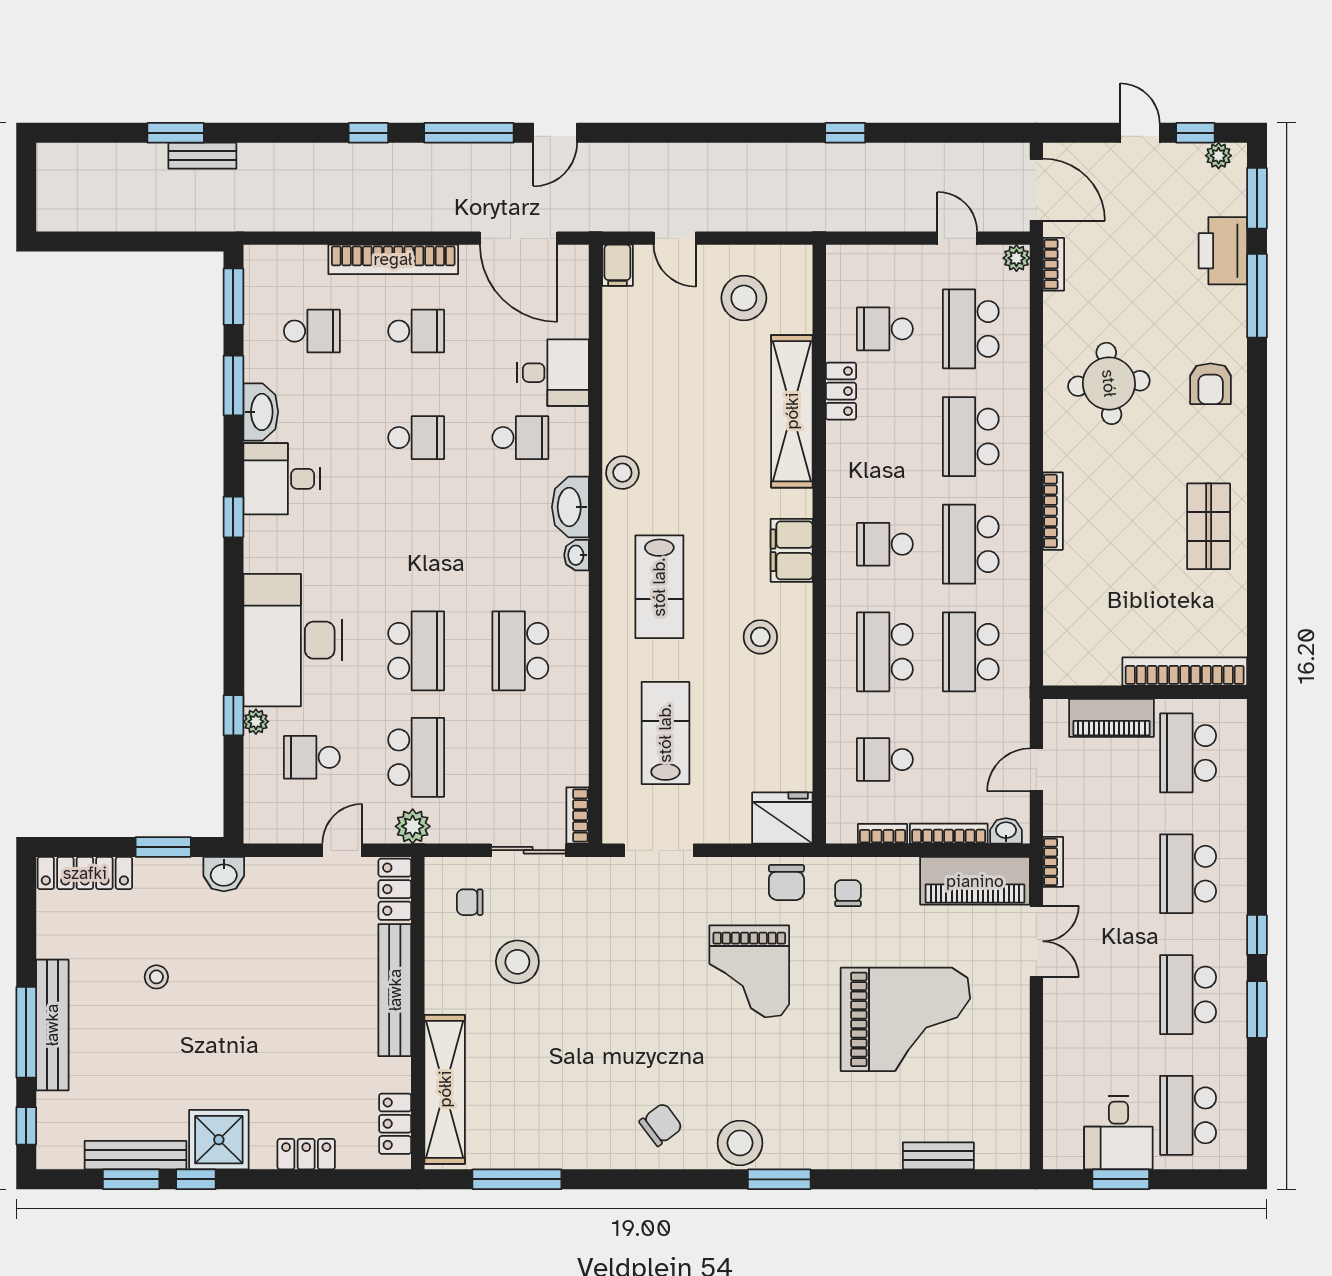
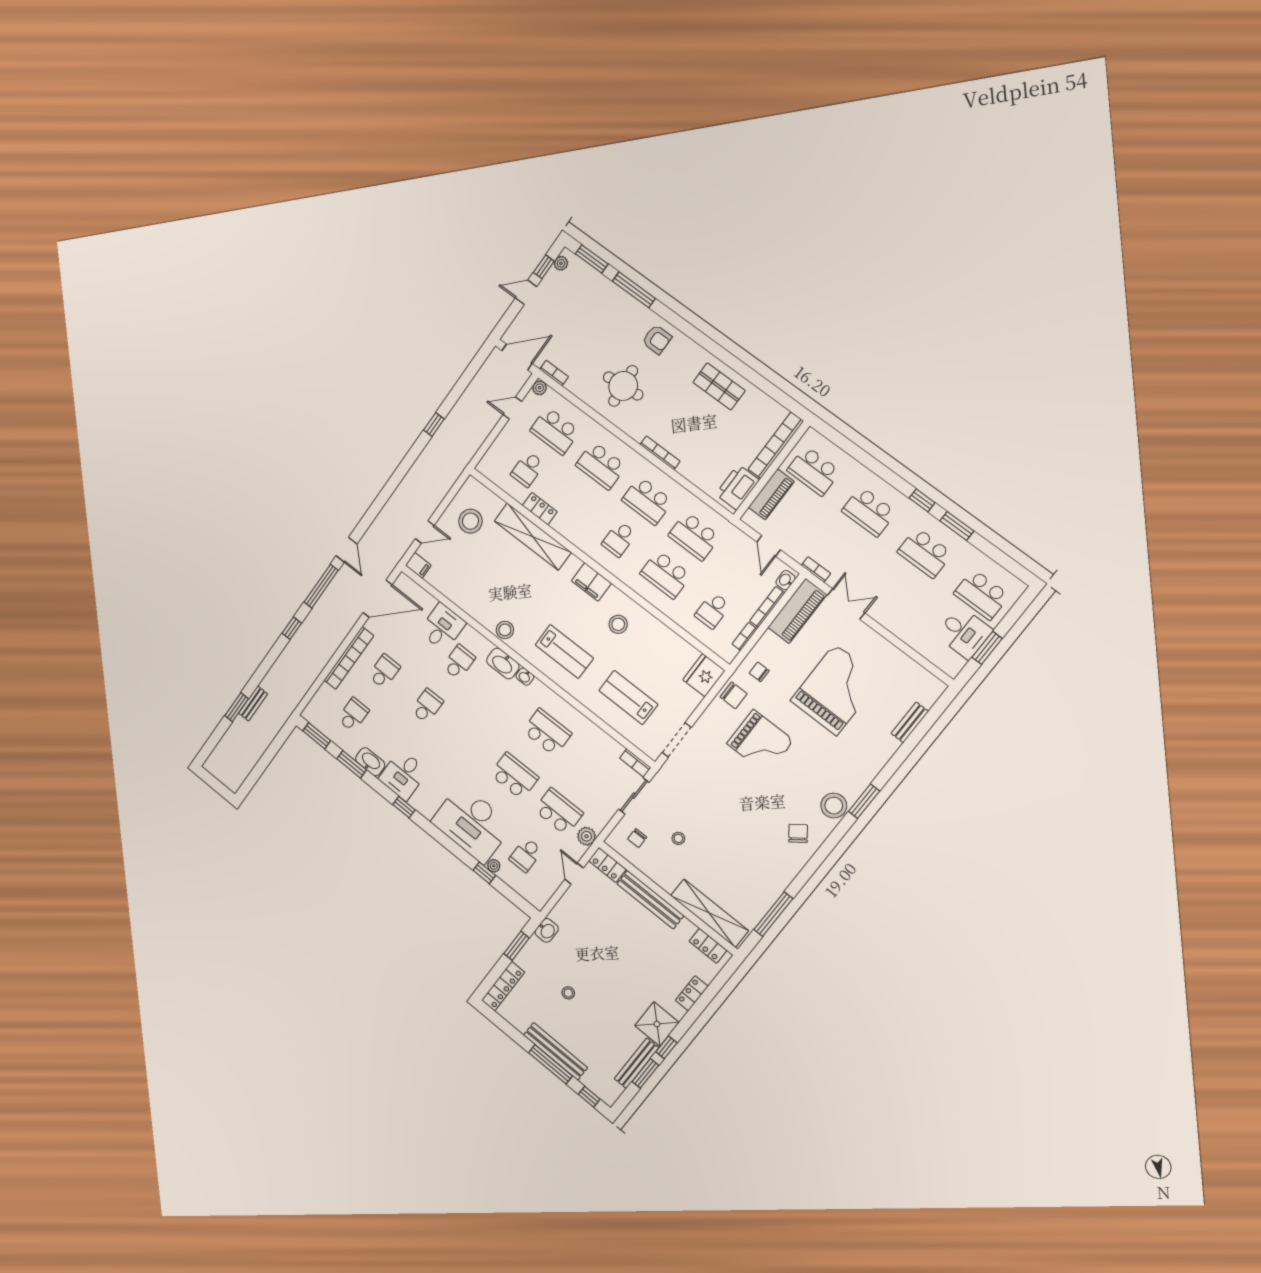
printer: (1223, 251) -> (737, 487), moved, turned 90
school desk: (520, 651) -> (547, 732), turned 180
stool: (517, 962) -> (678, 838), width x0.53, depth x0.53

